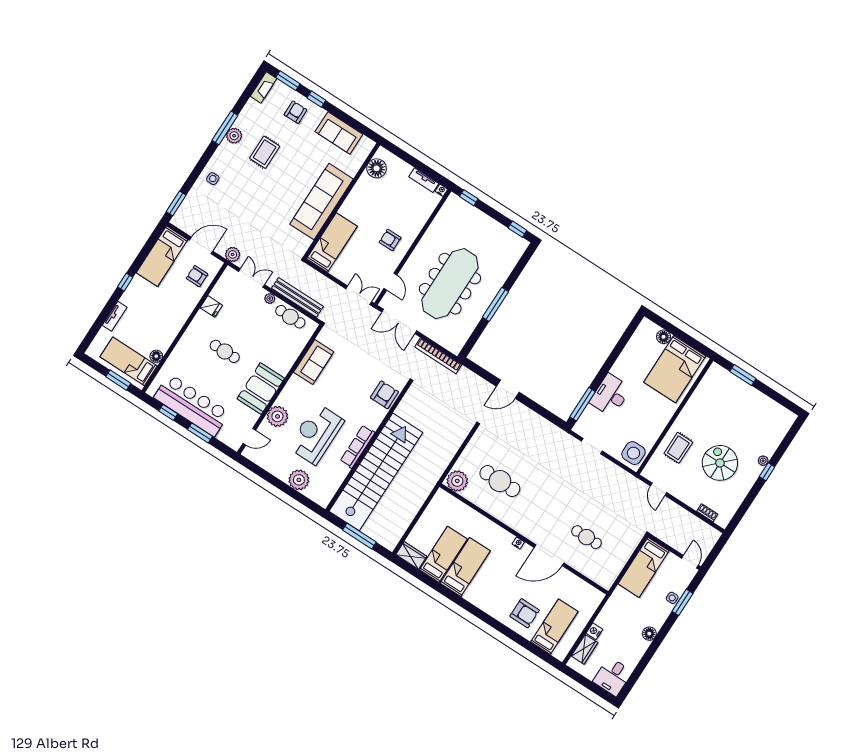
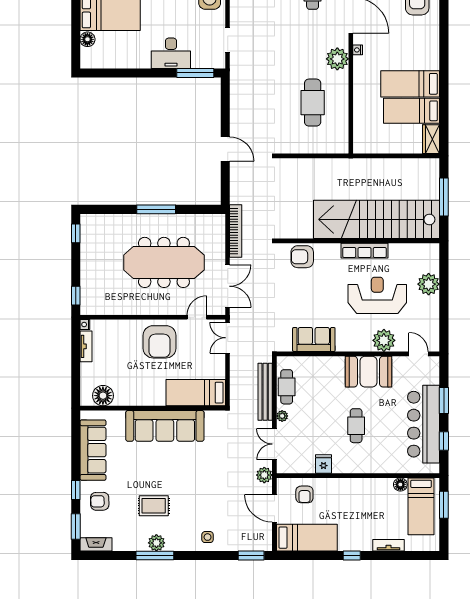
sofa: (339, 133) -> (93, 450), width x1.36
armchair: (390, 240) -> (160, 342), width x1.88, depth x1.88
reception desk: (316, 434) -> (377, 295), turned 180
plant: (457, 481) -> (337, 59), moved

